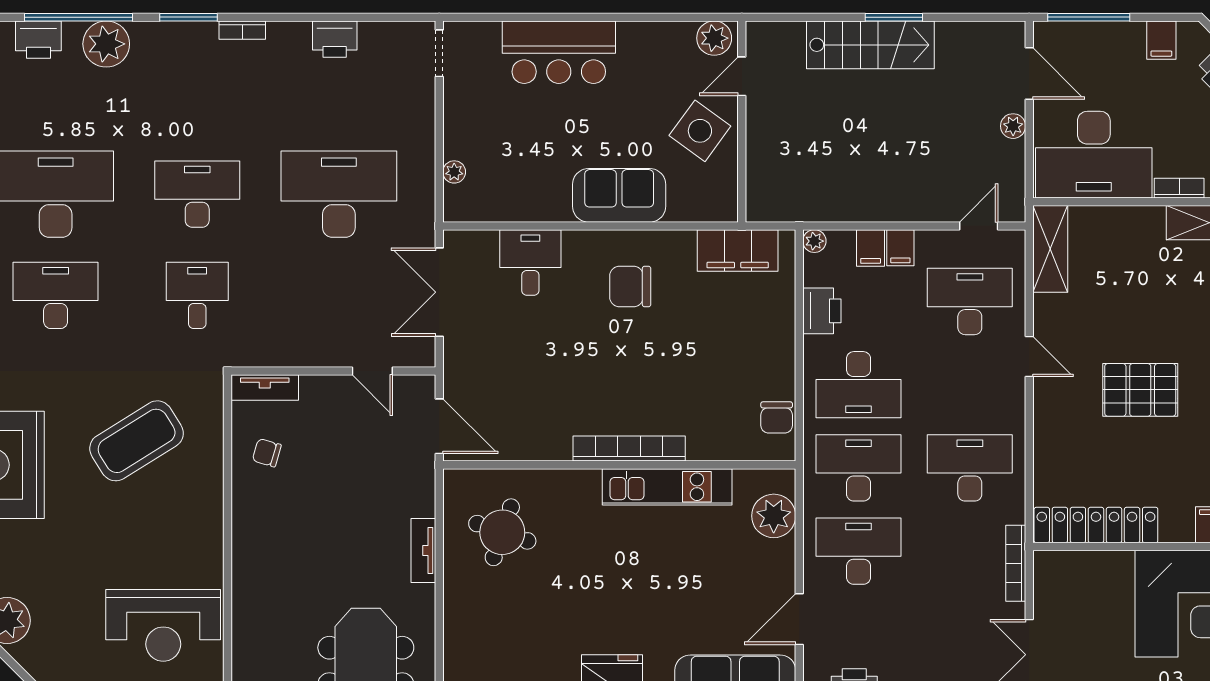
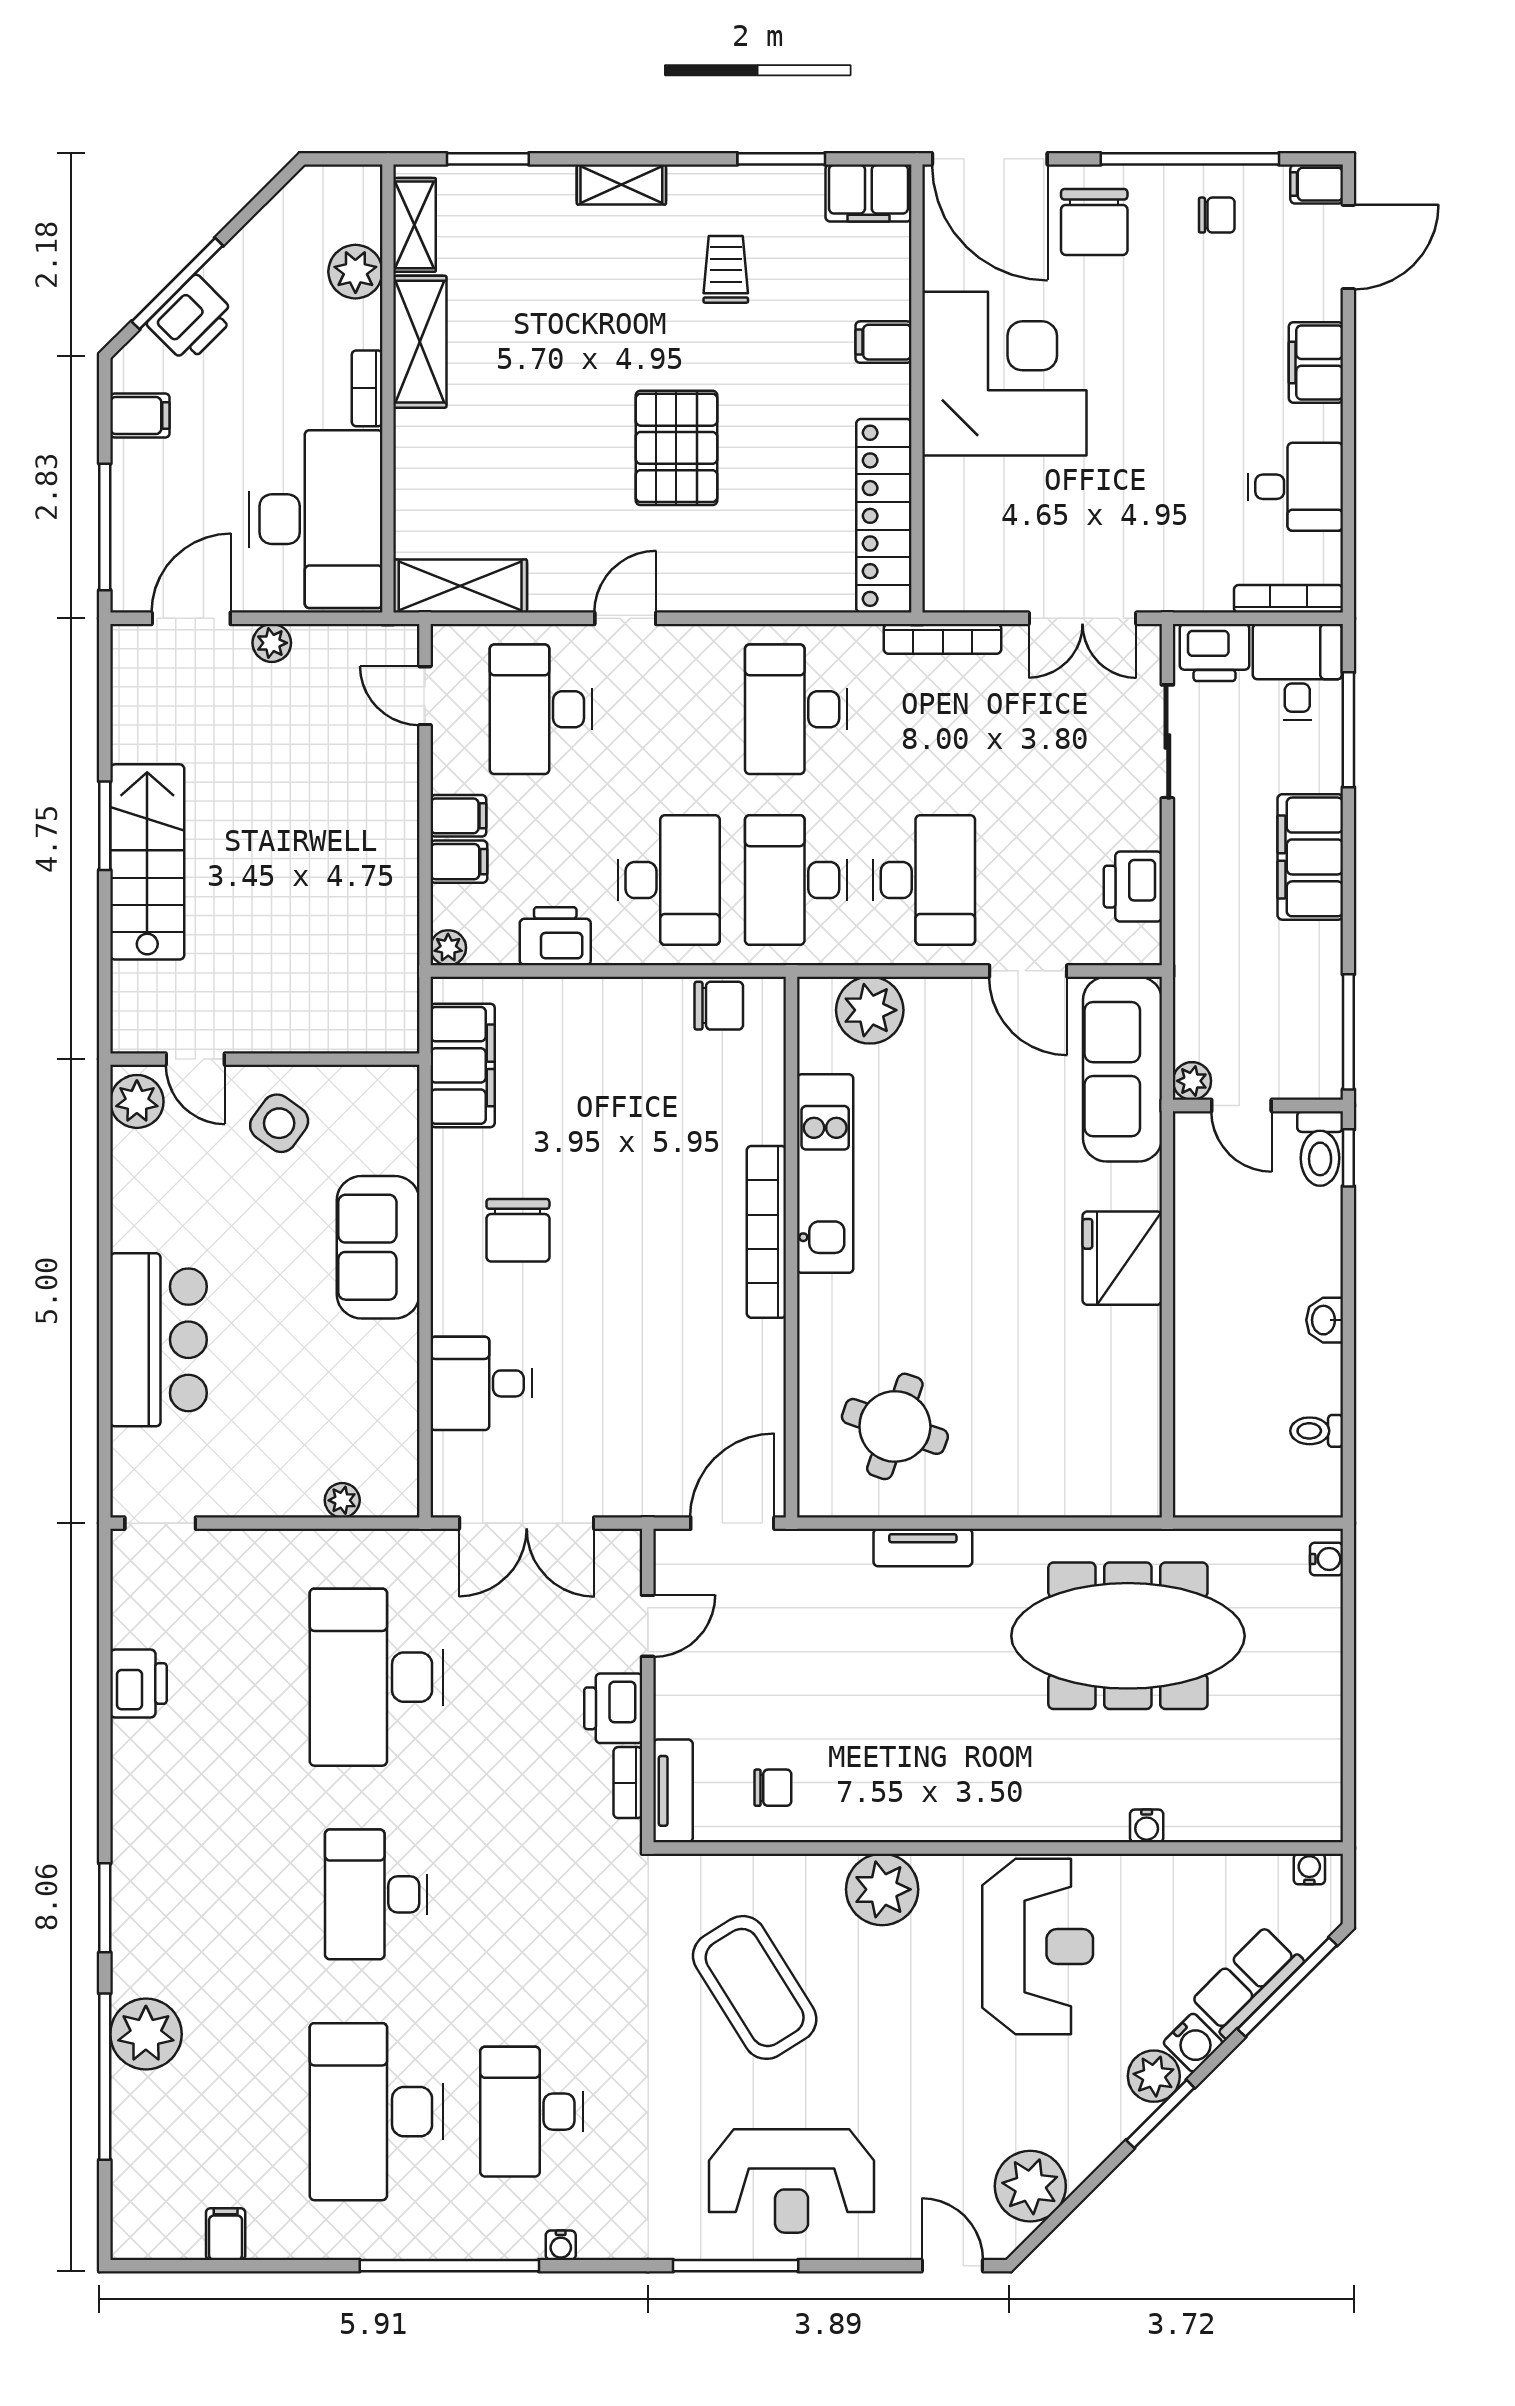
bookcase: (242, 30) -> (628, 1783), moved, turned 180
printer: (38, 40) -> (613, 1708), moved, turned 180
side table: (700, 131) -> (279, 1123), width x0.73, depth x0.73
desk: (197, 295) -> (531, 1894), removed
chair: (267, 453) -> (773, 1788), turned -106
plant: (200, 524) -> (882, 1889), added
desk: (859, 551) -> (924, 880), turned 180

